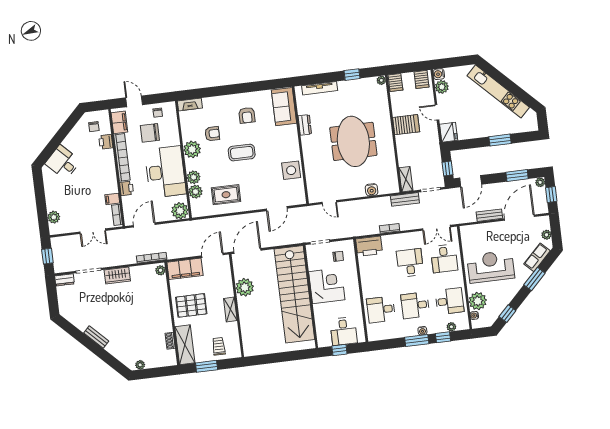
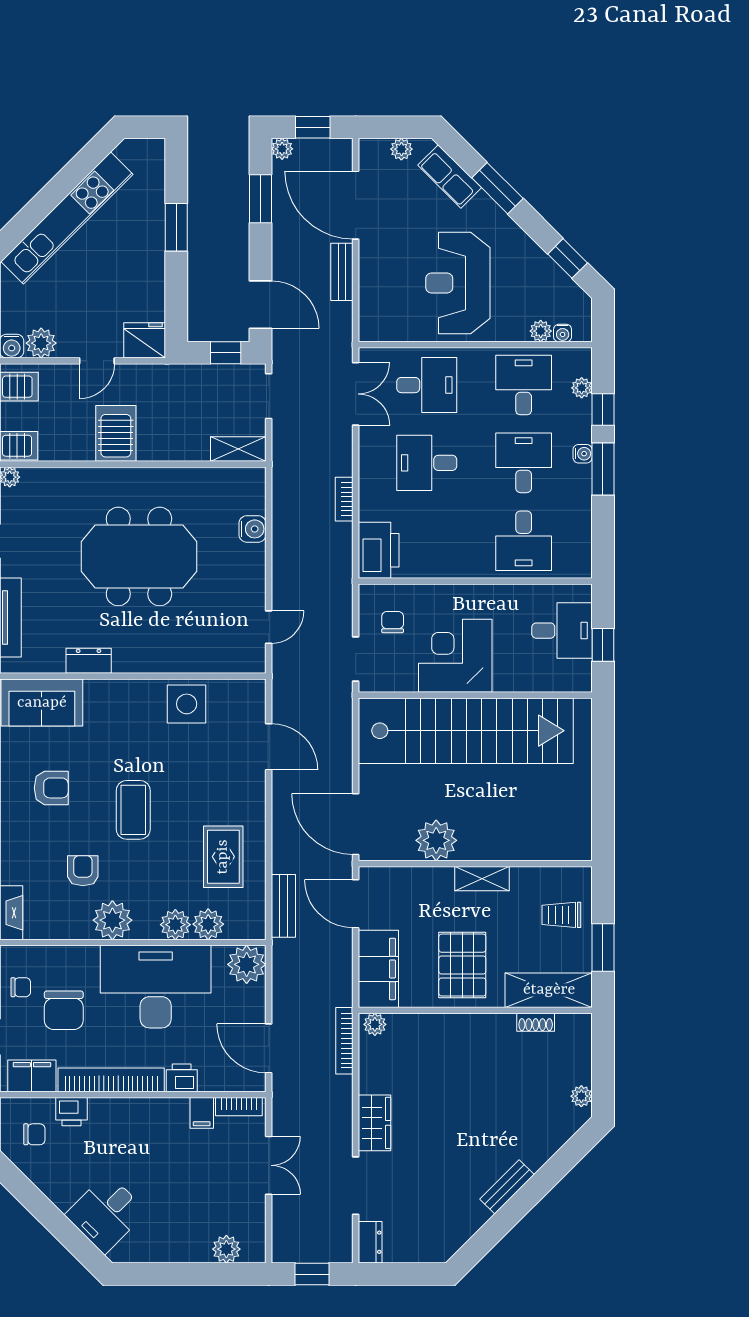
bench: (405, 199) -> (283, 906), moved
plant: (478, 301) -> (541, 331), width x0.53, depth x0.53
desk: (415, 305) -> (524, 463), turned 180

